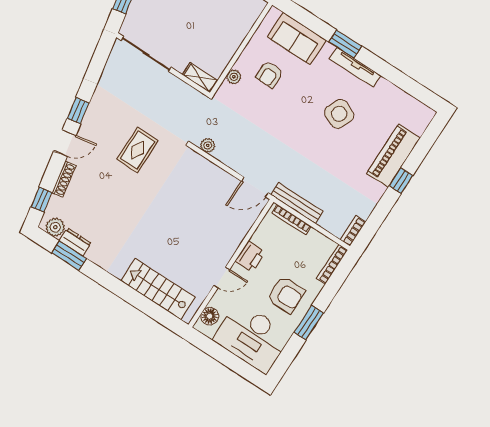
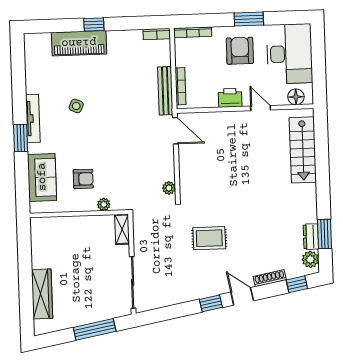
side table: (339, 114) -> (76, 106), width x0.54, depth x0.54

